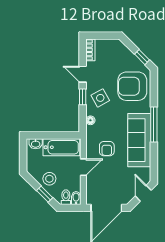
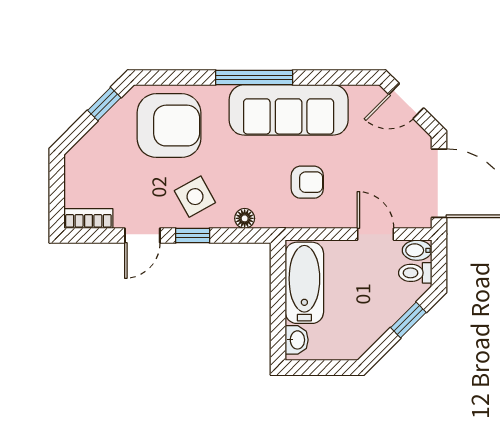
armchair: (132, 86) -> (169, 126), turned -90
door: (83, 167) -> (376, 234), moved
stool: (49, 179) -> (374, 309), removed

